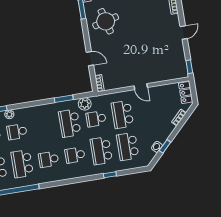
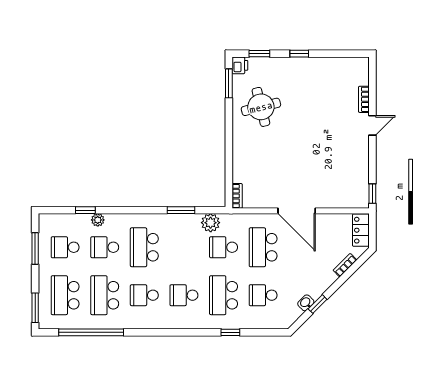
door: (184, 32) -> (372, 125), moved
door: (90, 59) -> (229, 158), removed
door: (141, 87) -> (297, 211), width x1.88
school desk: (70, 123) -> (144, 247), moved
school desk: (128, 146) -> (263, 295), width x0.54

